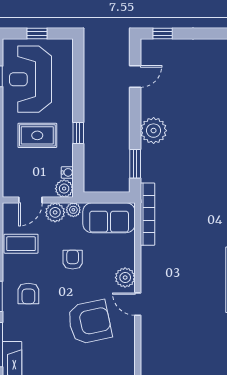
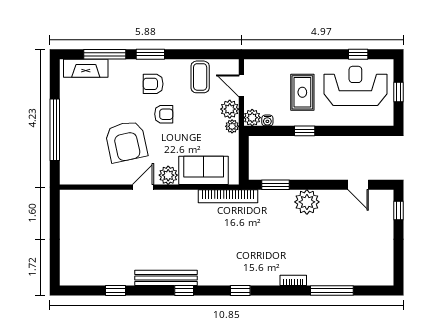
sofa: (109, 218) -> (204, 170), moved, turned 90
armchair: (73, 260) -> (164, 114), moved

